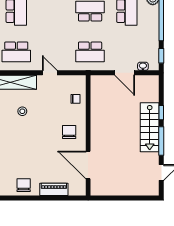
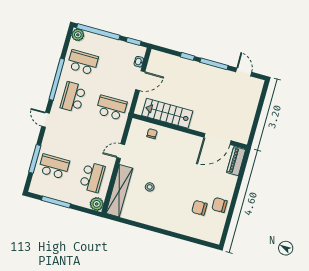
school desk: (90, 52) -> (111, 108), turned -90
stairs: (150, 127) -> (167, 113), moved, turned 180
chair: (69, 132) -> (199, 208), moved
piano: (54, 189) -> (236, 161), moved

